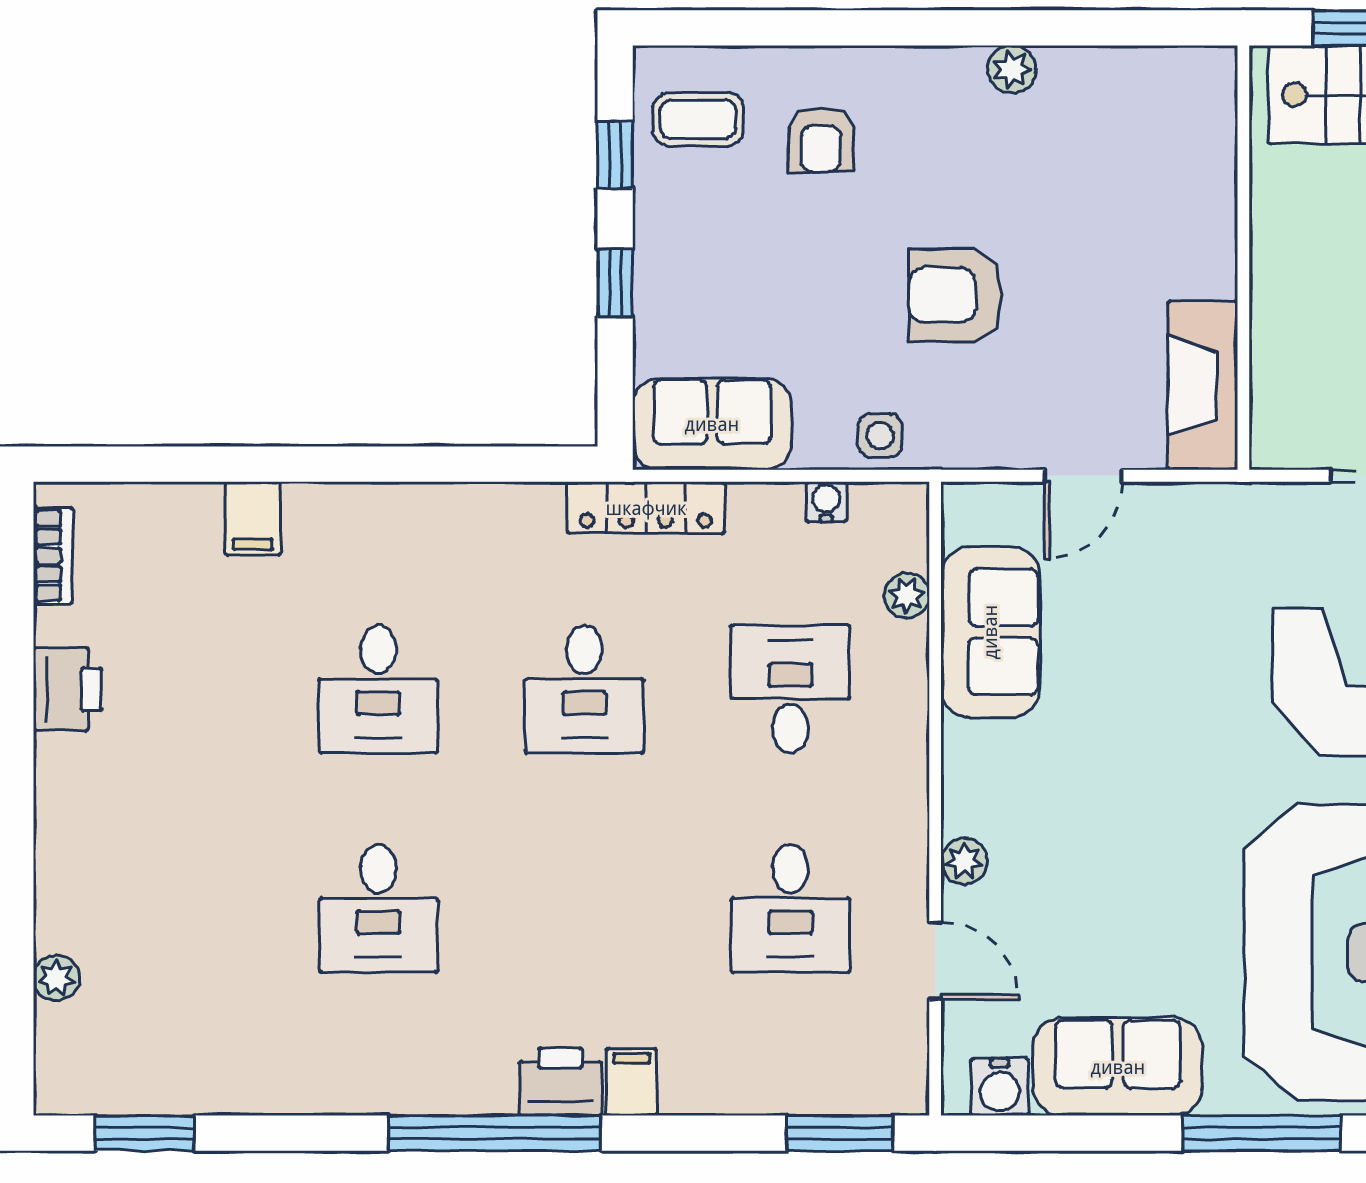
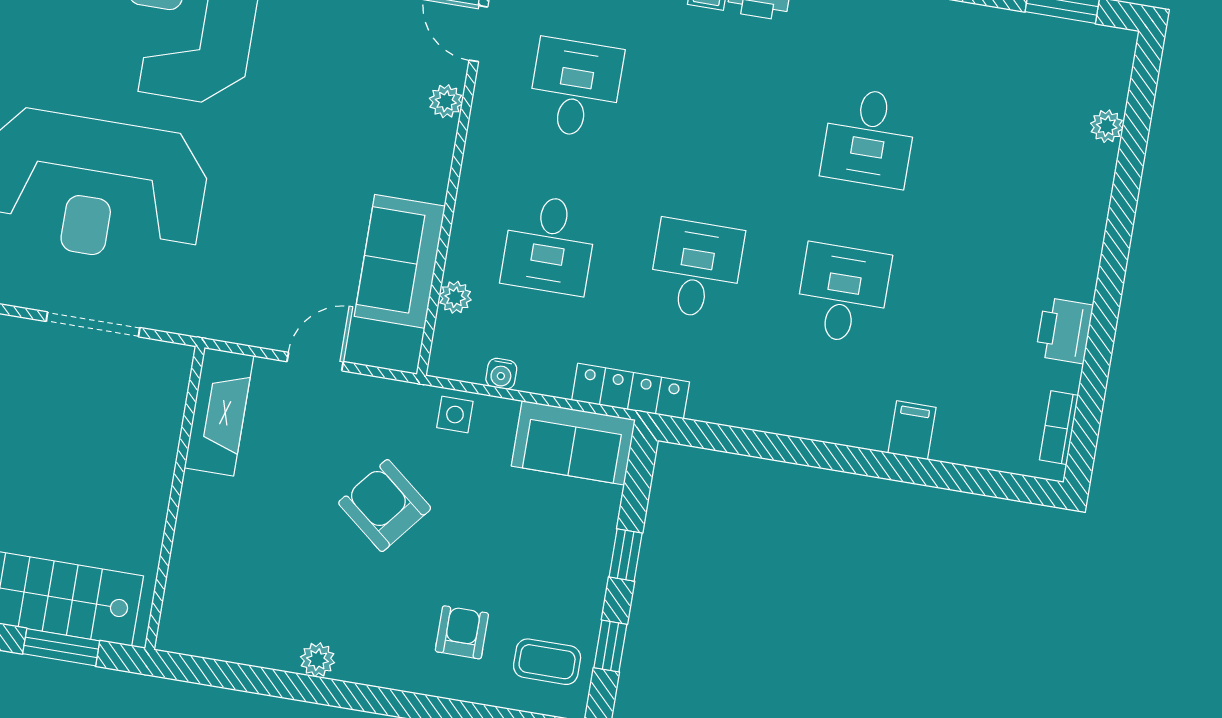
armchair: (955, 295) -> (385, 506), turned -141
desk: (378, 908) -> (869, 137), turned 180

